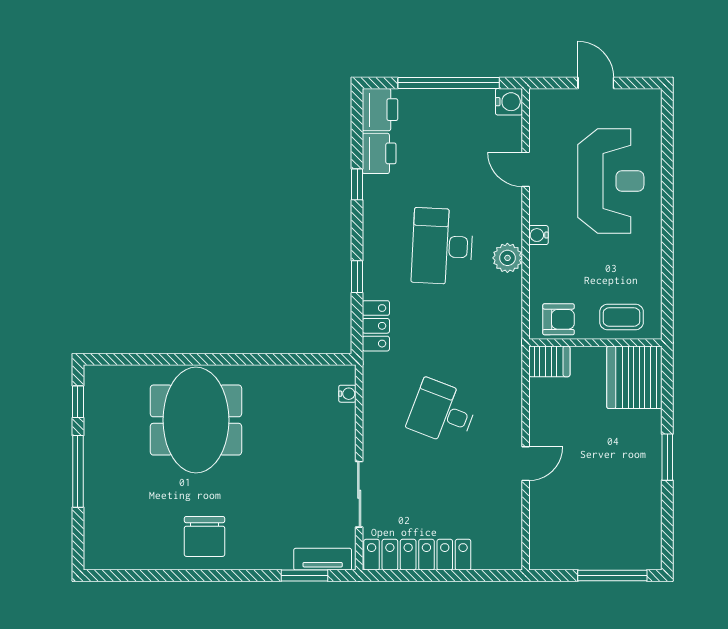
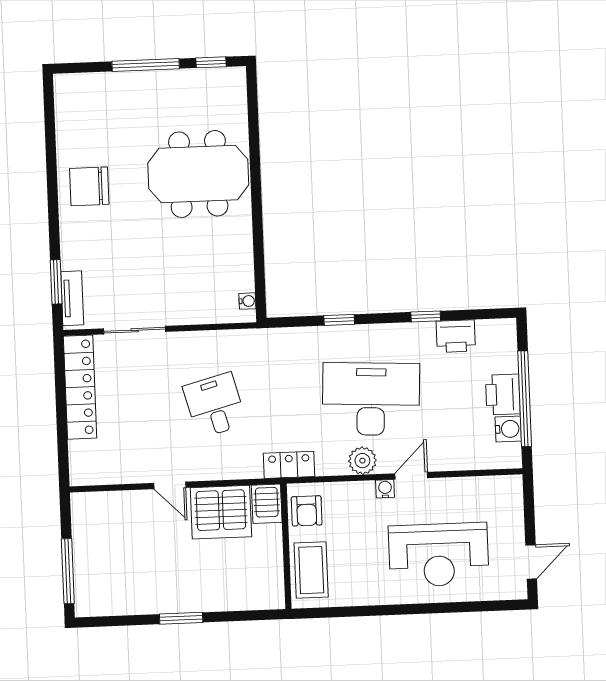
door: (596, 83) -> (531, 562), moved
water cooler: (509, 102) -> (508, 429), moved, turned -90
printer: (380, 110) -> (503, 395), moved, turned 90
door: (526, 169) -> (411, 476), moved
desk: (442, 246) -> (371, 399), width x1.36, depth x1.30
coffee table: (622, 317) -> (311, 570), width x1.36, depth x1.30
locker: (376, 326) -> (289, 465), moved, turned 180
server rack: (634, 377) -> (221, 512), moved, turned 180
water cooler: (347, 394) -> (247, 301), moved, turned -90
desk: (442, 412) -> (215, 405), turned -36

